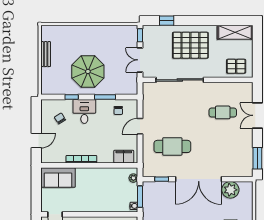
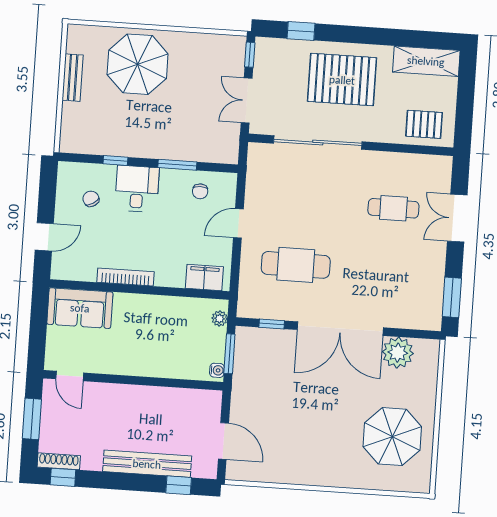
parasol: (88, 71) -> (138, 64), moved

